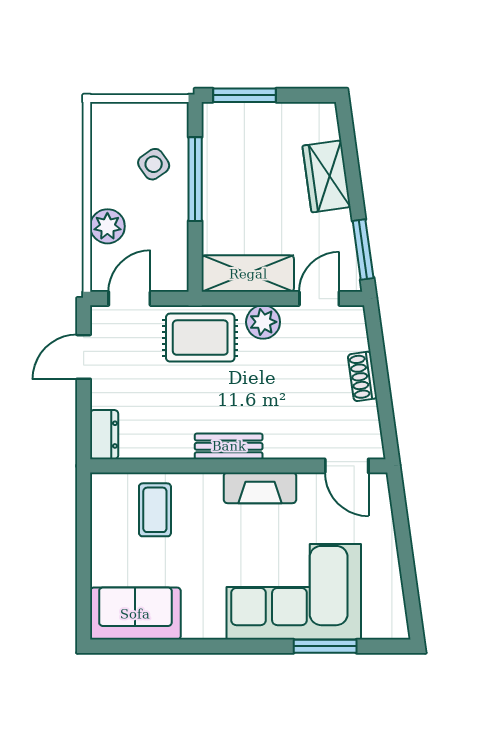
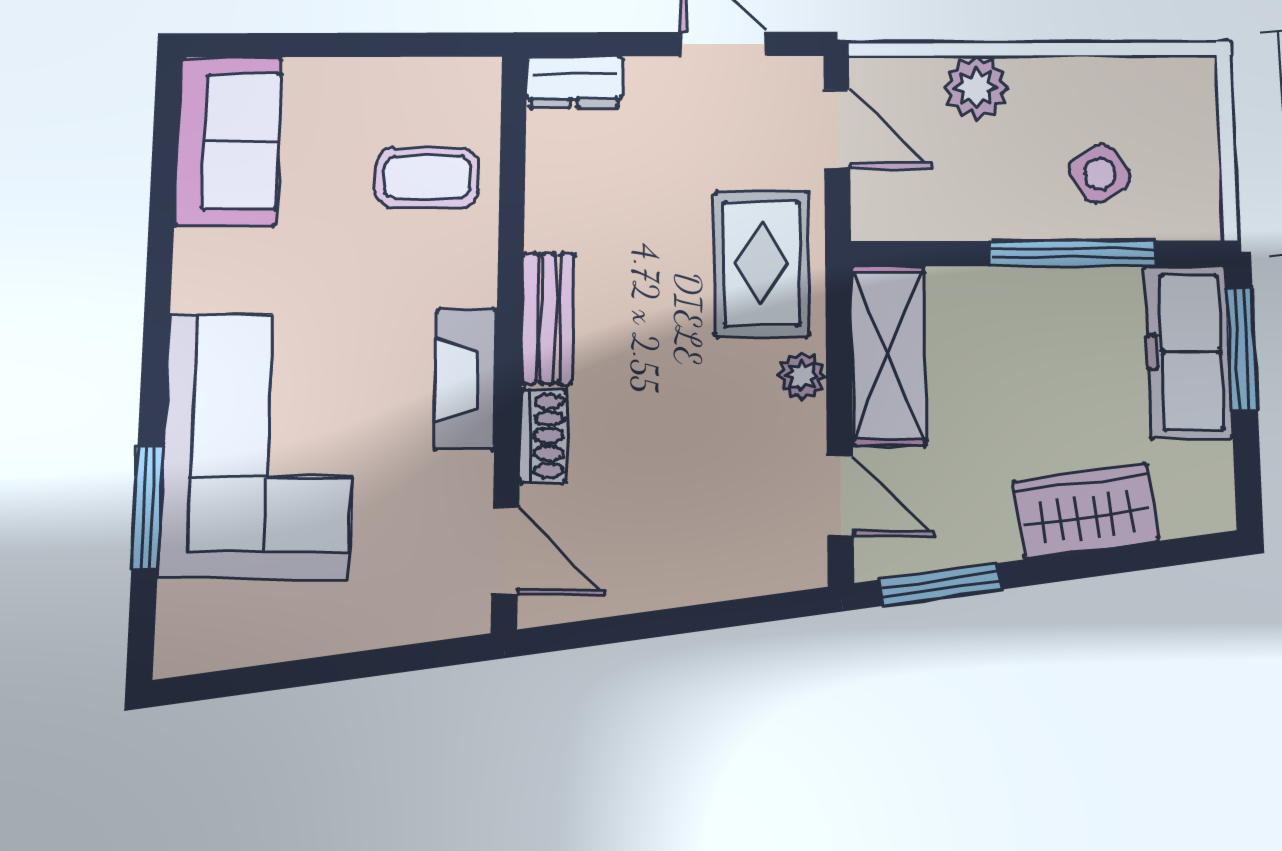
freezer: (246, 122) -> (1188, 352), added
plant: (263, 322) -> (802, 376), width x0.73, depth x0.73
shoe rack: (362, 376) -> (543, 436), moved, turned 98
door: (347, 466) -> (505, 551), swing flipped

